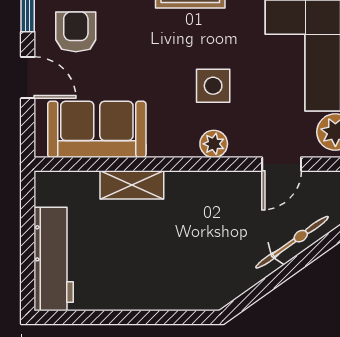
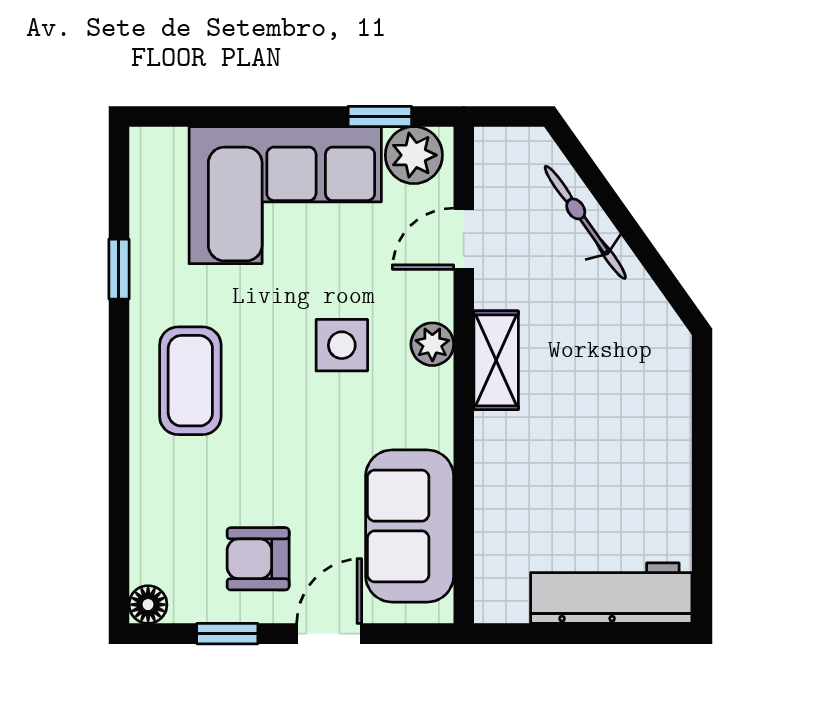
door: (282, 164) -> (464, 239), swing flipped
shelving: (132, 185) -> (496, 360), moved

